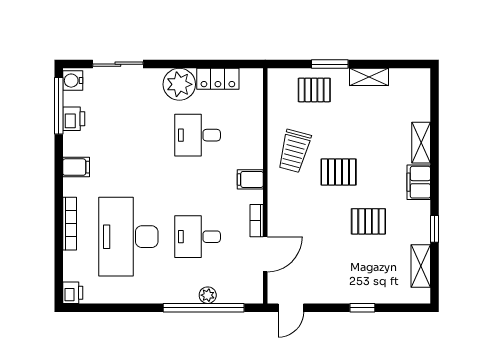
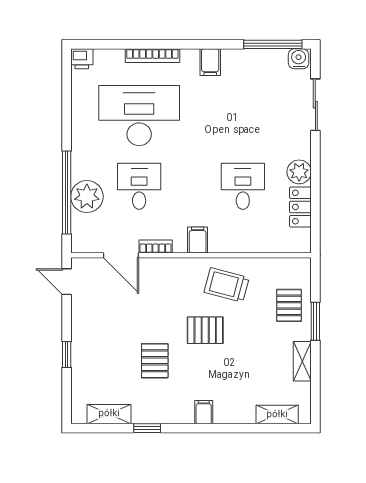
plant: (179, 84) -> (299, 172), width x0.73, depth x0.73
printer: (74, 119) -> (260, 60), removed
shelving: (421, 143) -> (277, 415), moved
pallet: (339, 172) -> (205, 330), turned 90
filing cabinet: (419, 182) -> (204, 412), width x0.50
plant: (208, 295) -> (87, 197), width x1.88, depth x1.88

